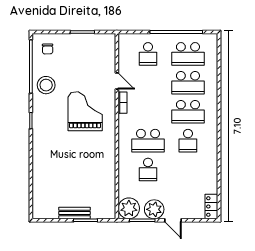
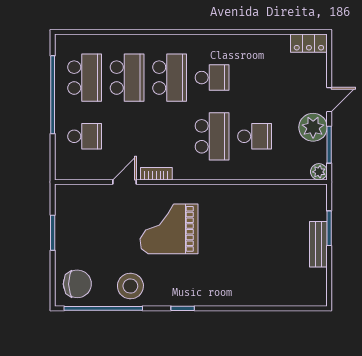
chair: (48, 49) -> (77, 284), width x1.87, depth x1.87
plant: (129, 208) -> (319, 172), width x0.53, depth x0.53

